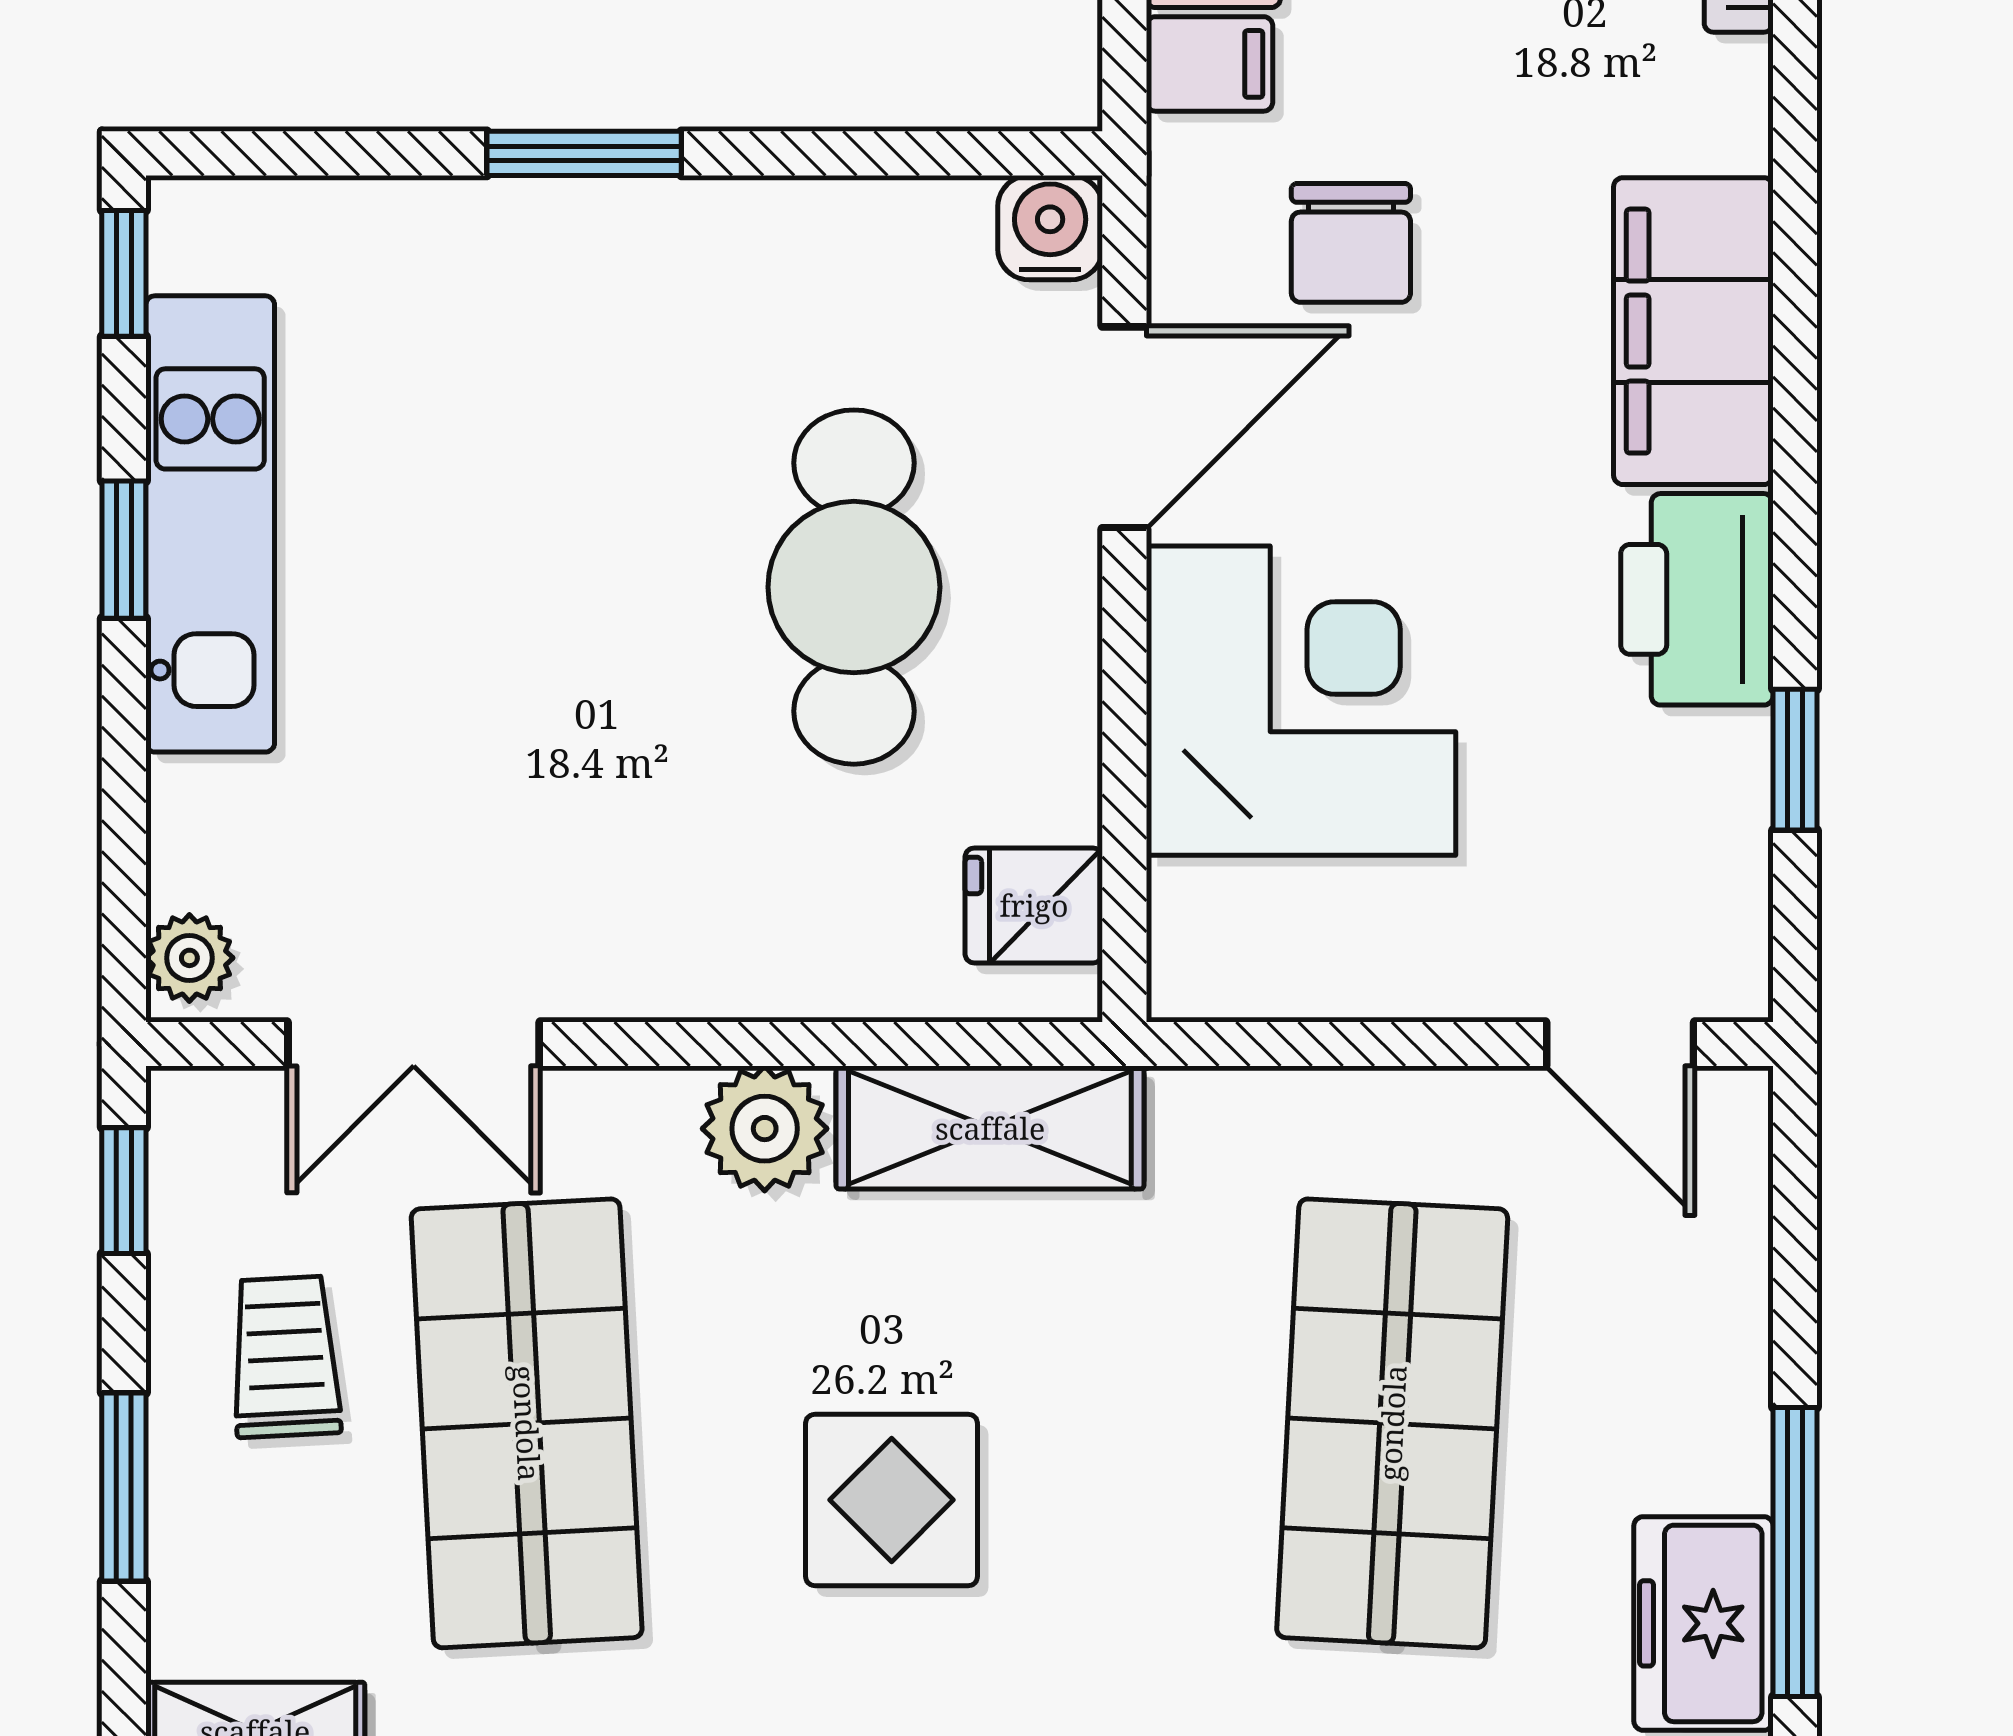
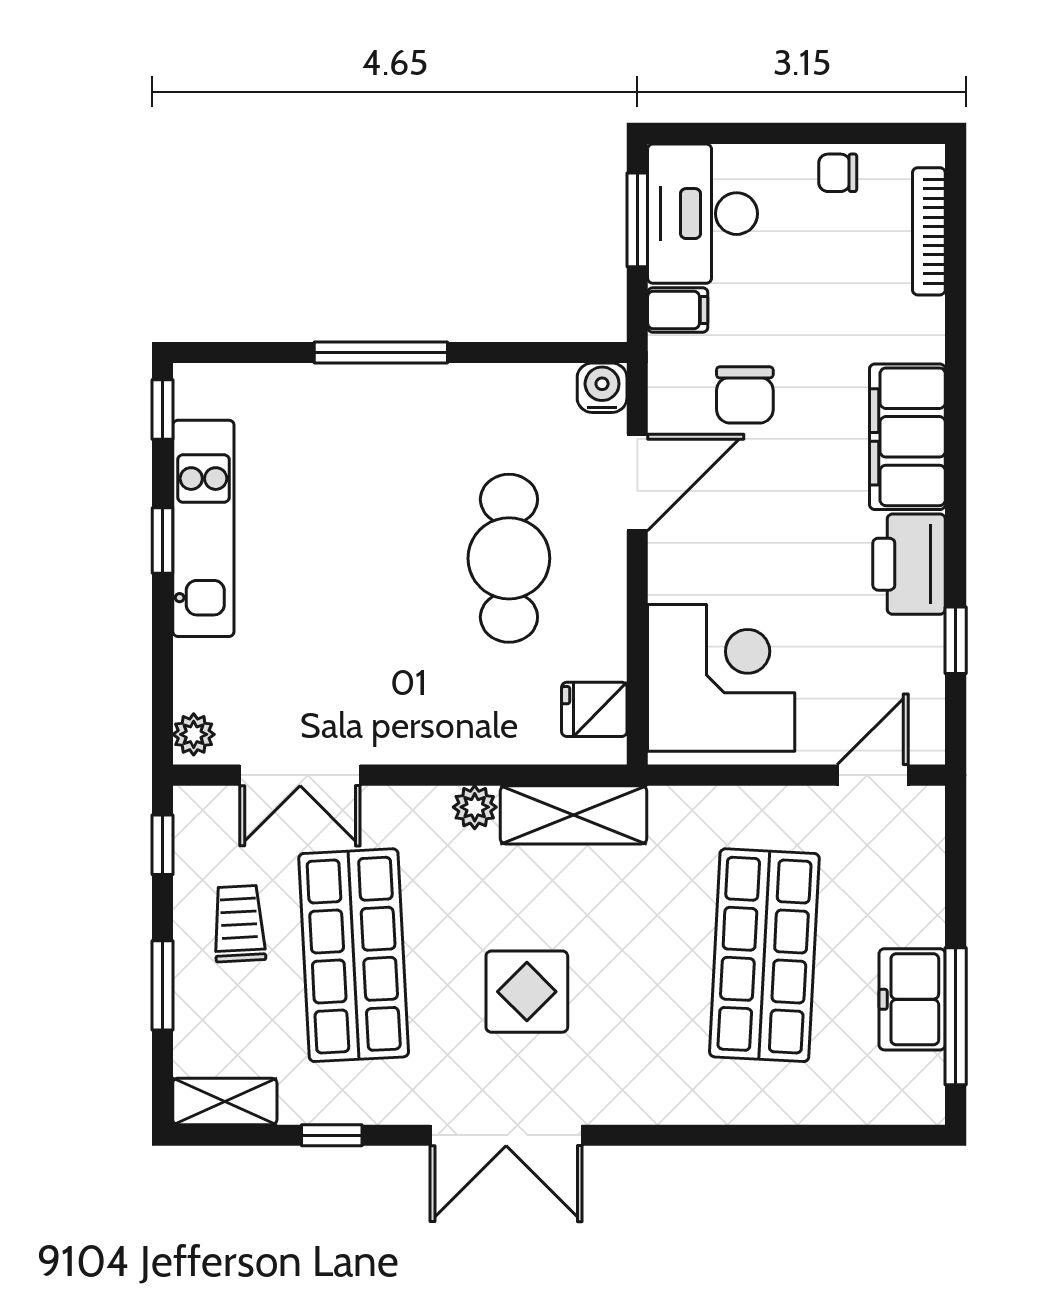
window: (584, 153) -> (381, 353), width x1.44
corner desk: (1301, 701) -> (721, 678), moved
door: (1620, 1044) -> (873, 775), swing flipped
plant: (765, 1129) -> (475, 807), width x0.73, depth x0.73
freezer: (1703, 1623) -> (912, 999), moved

